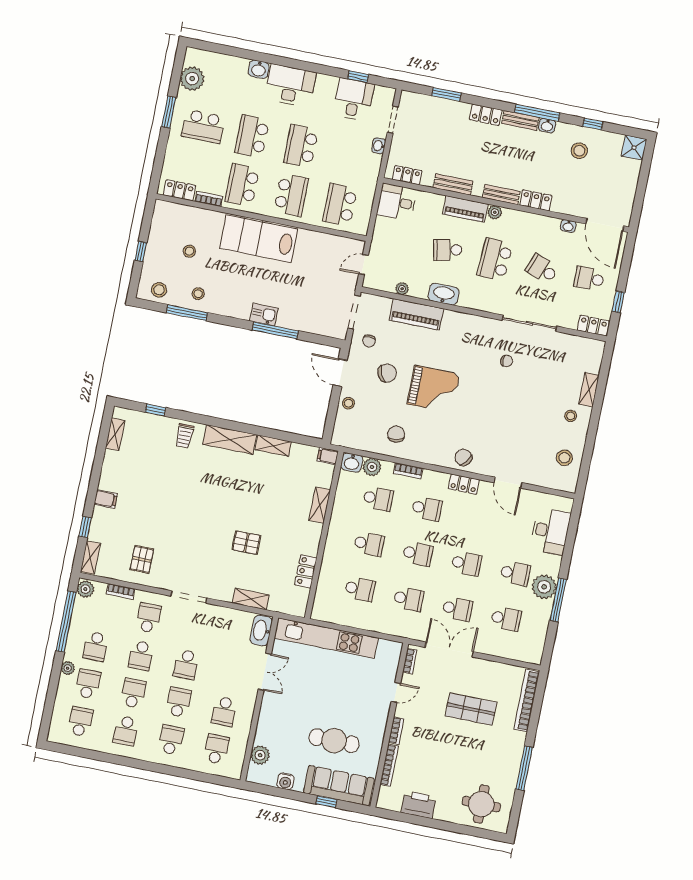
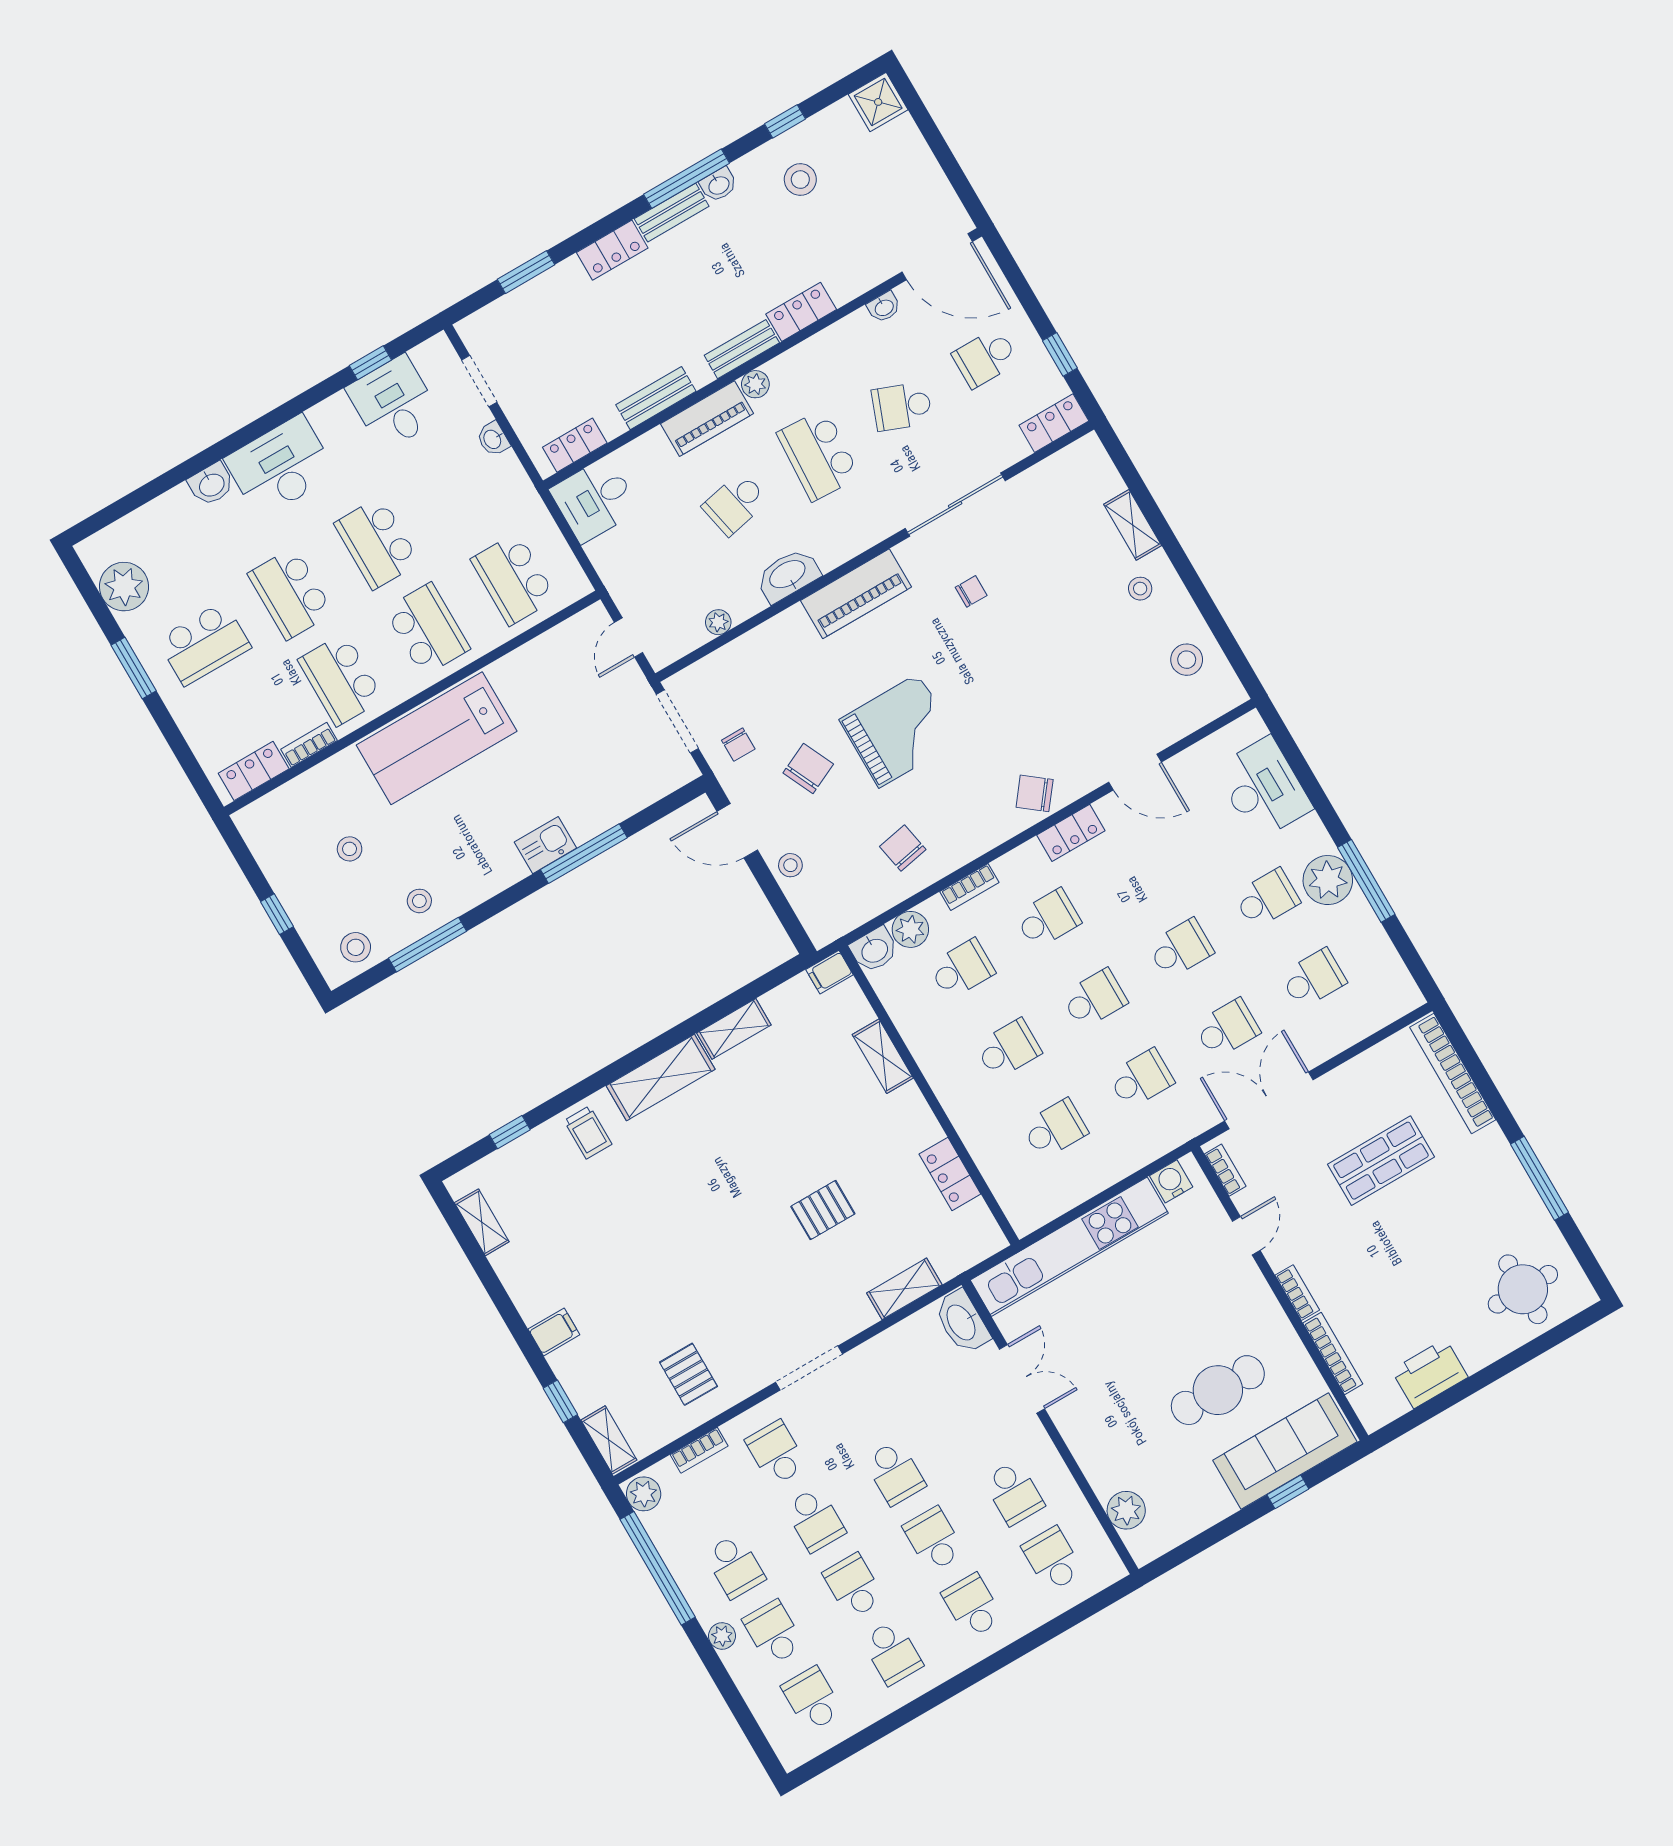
piano: (416, 314) -> (856, 594), moved
water cooler: (285, 781) -> (1171, 1181), moved, turned 180

